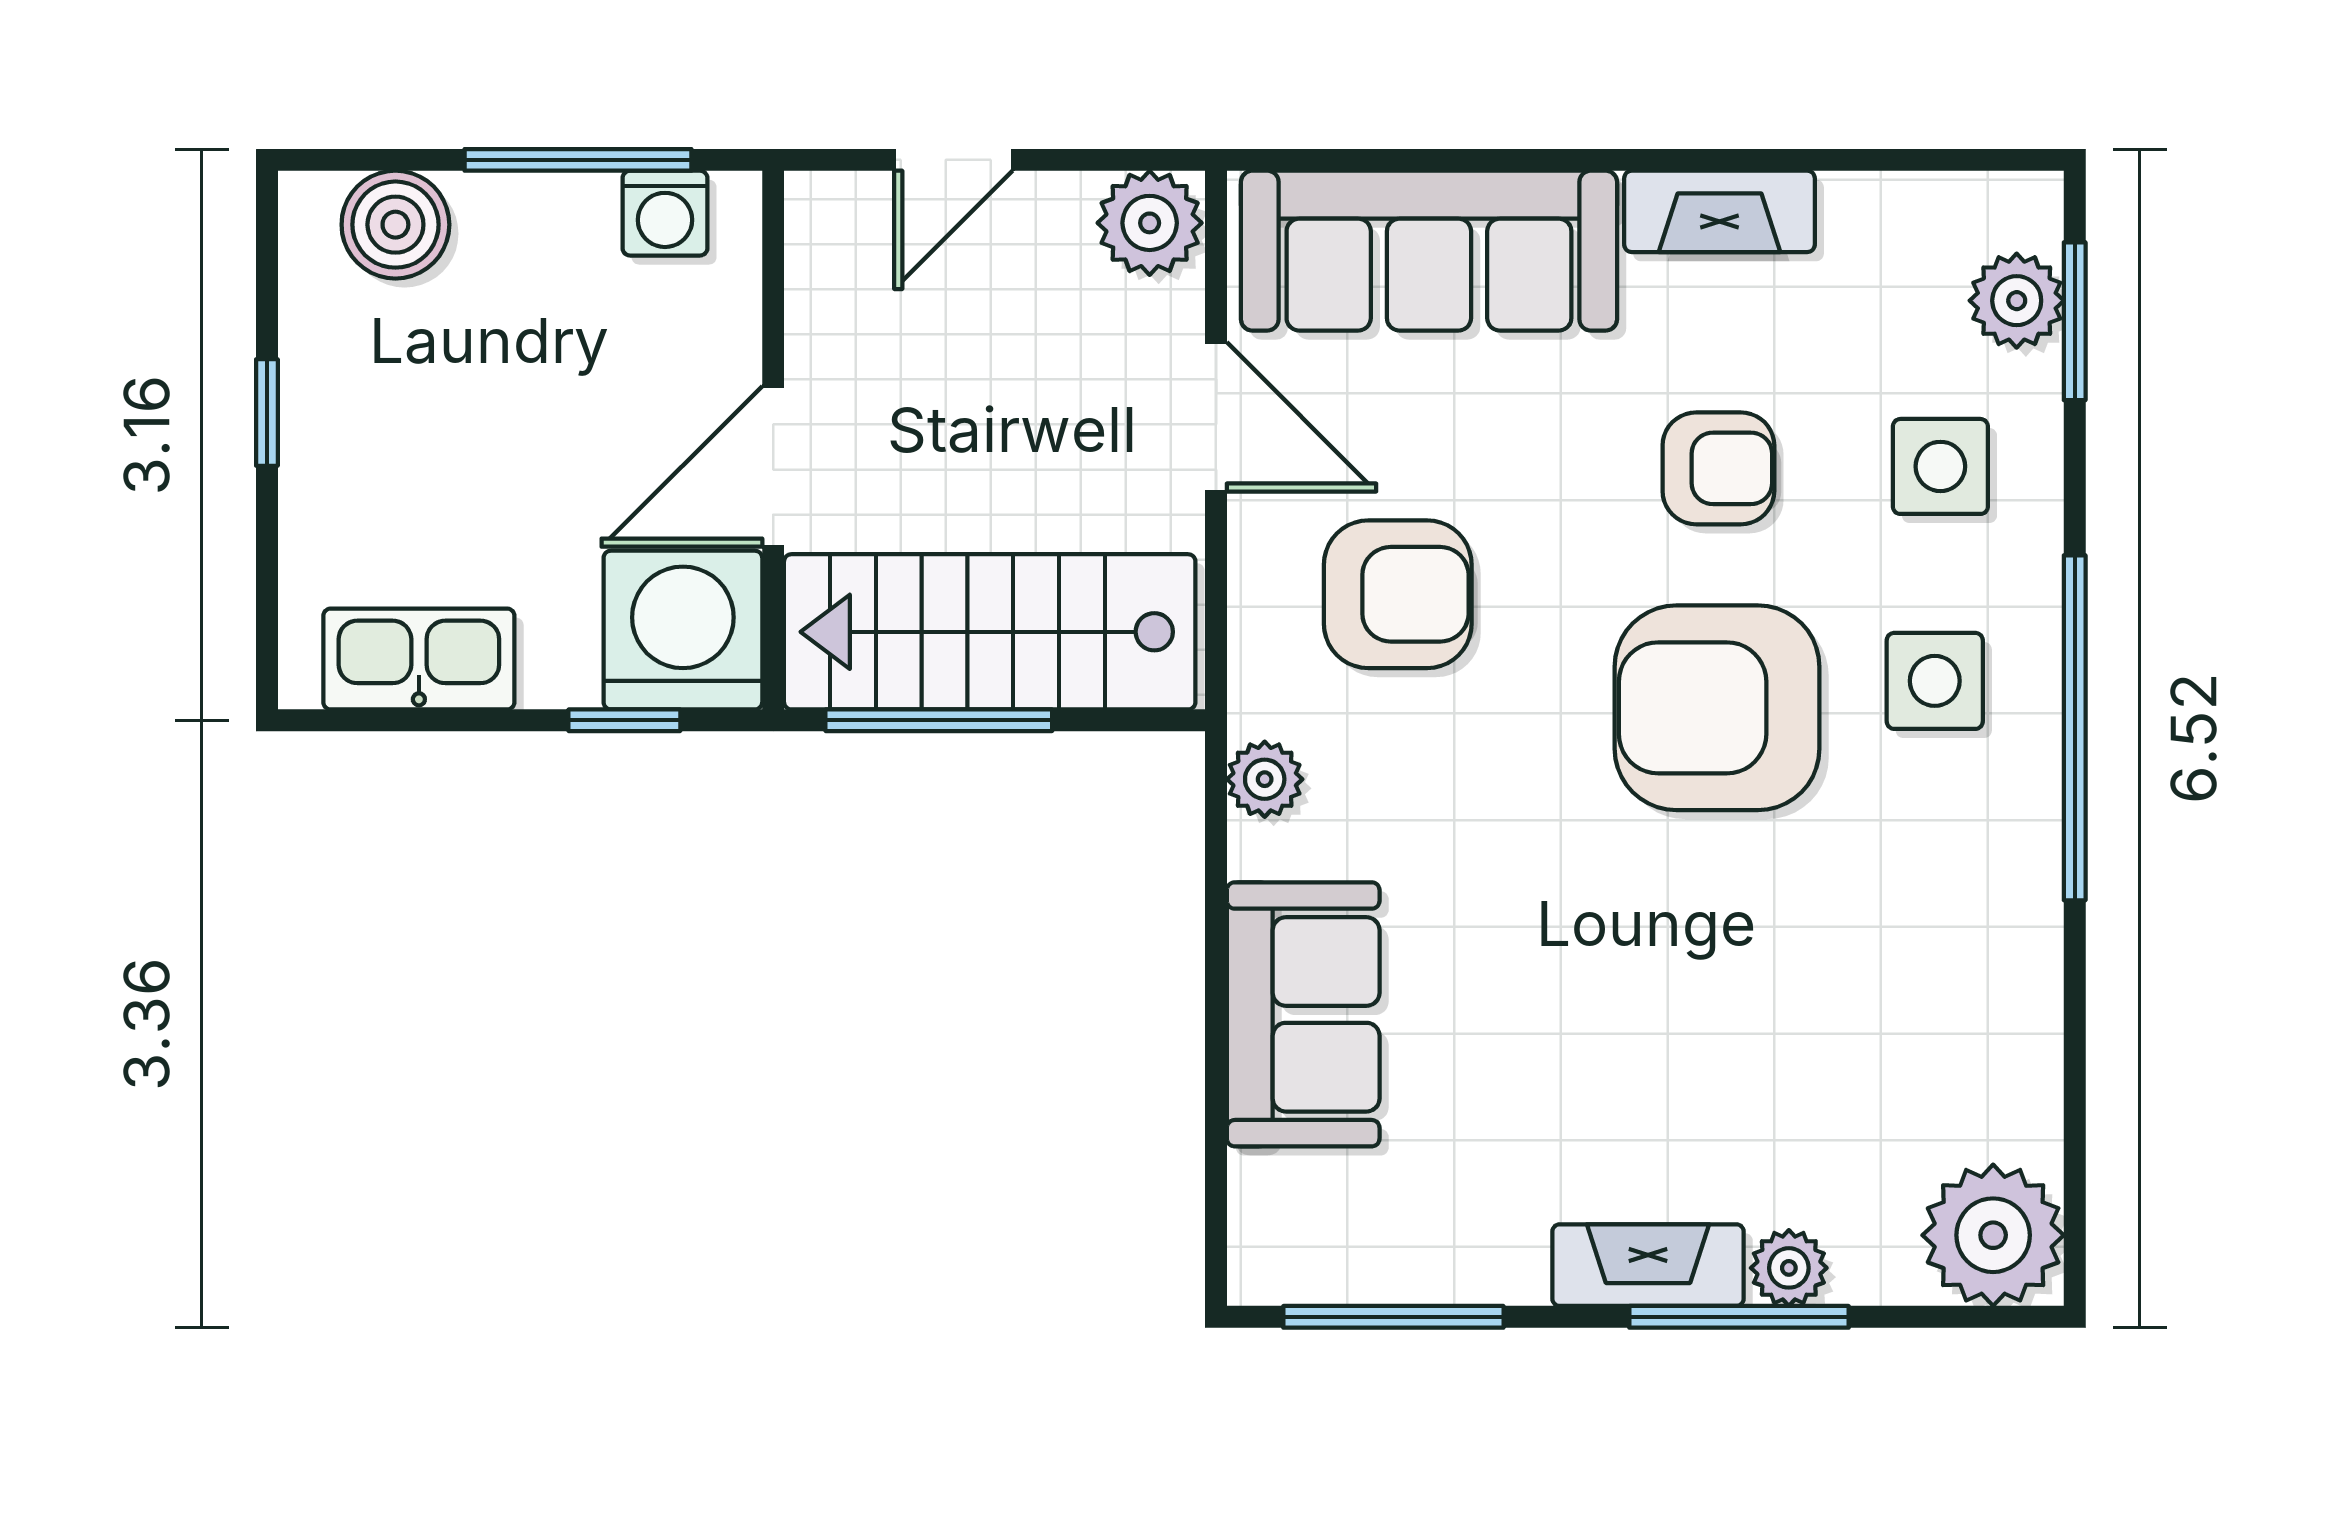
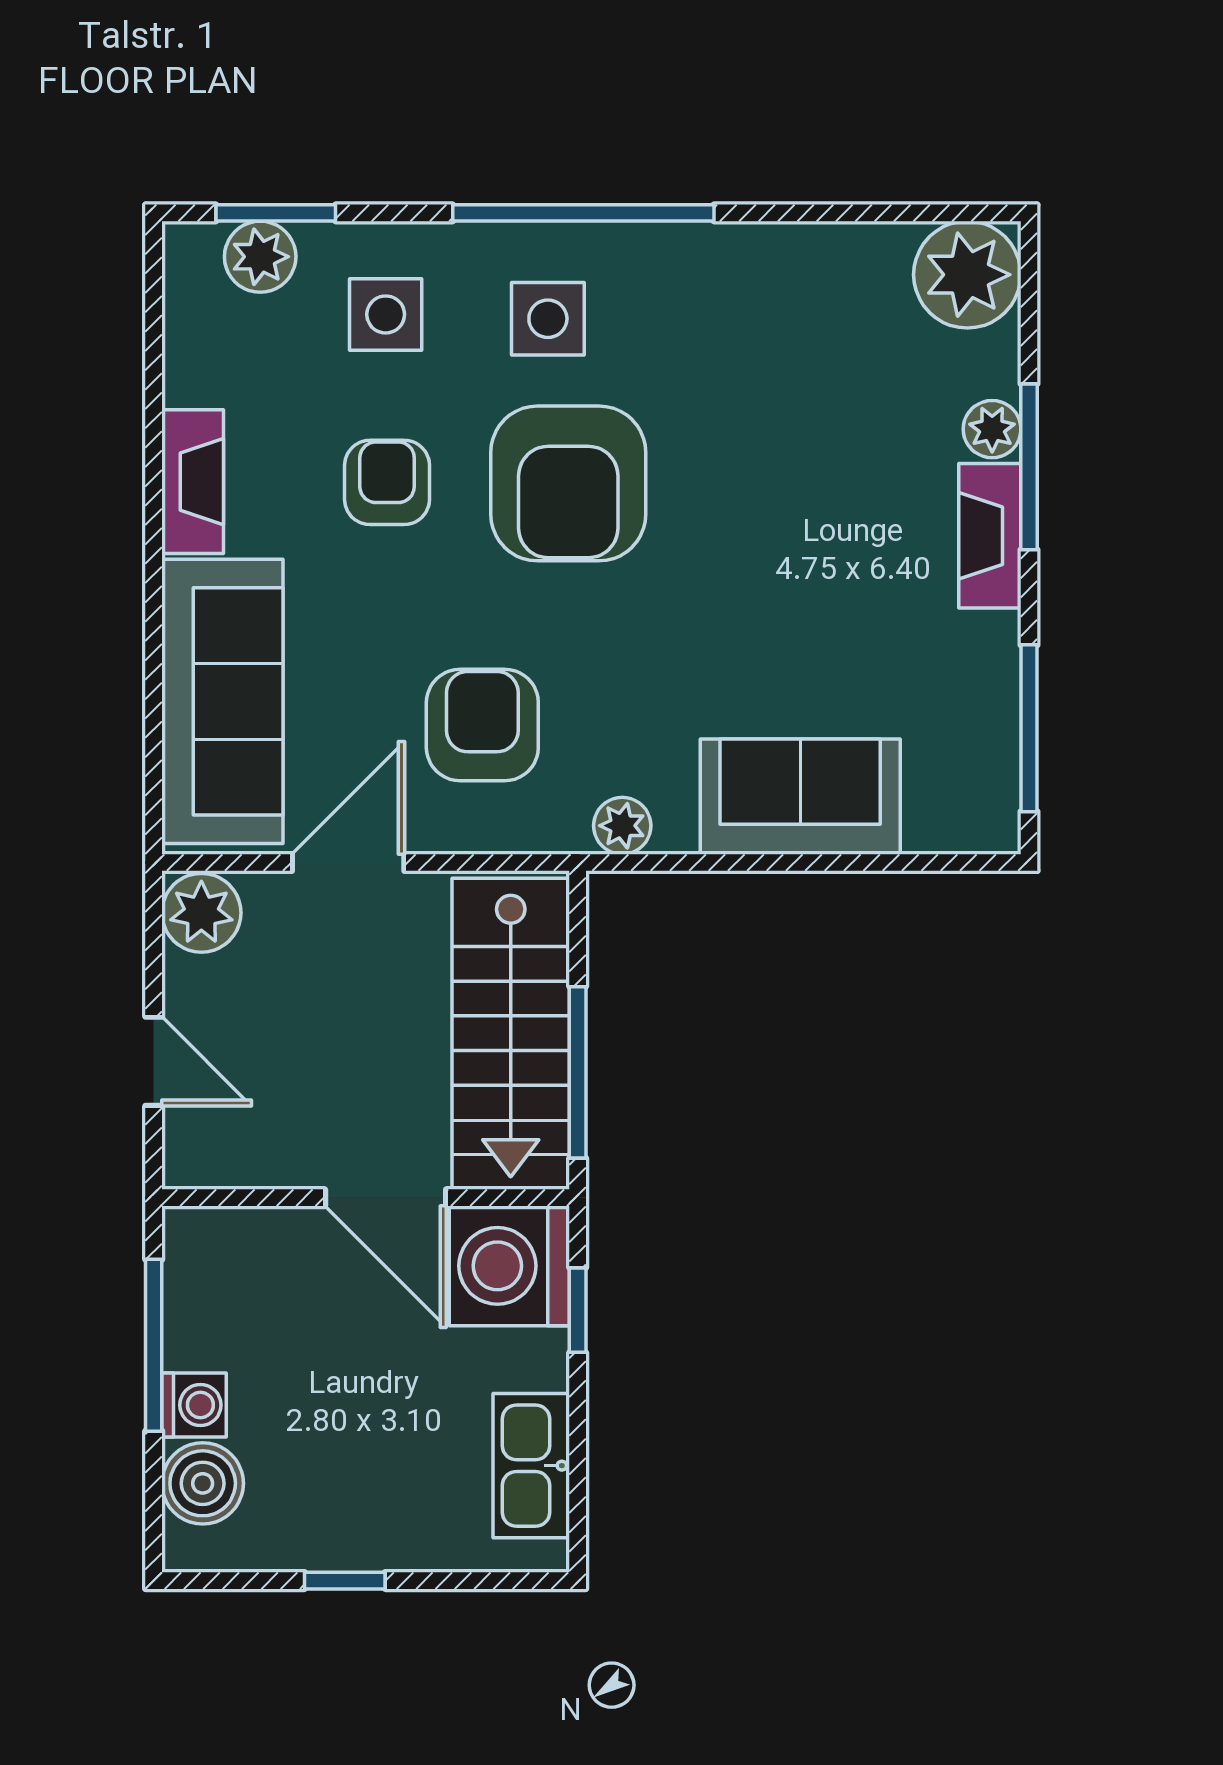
washing machine: (665, 213) -> (194, 1405), moved

